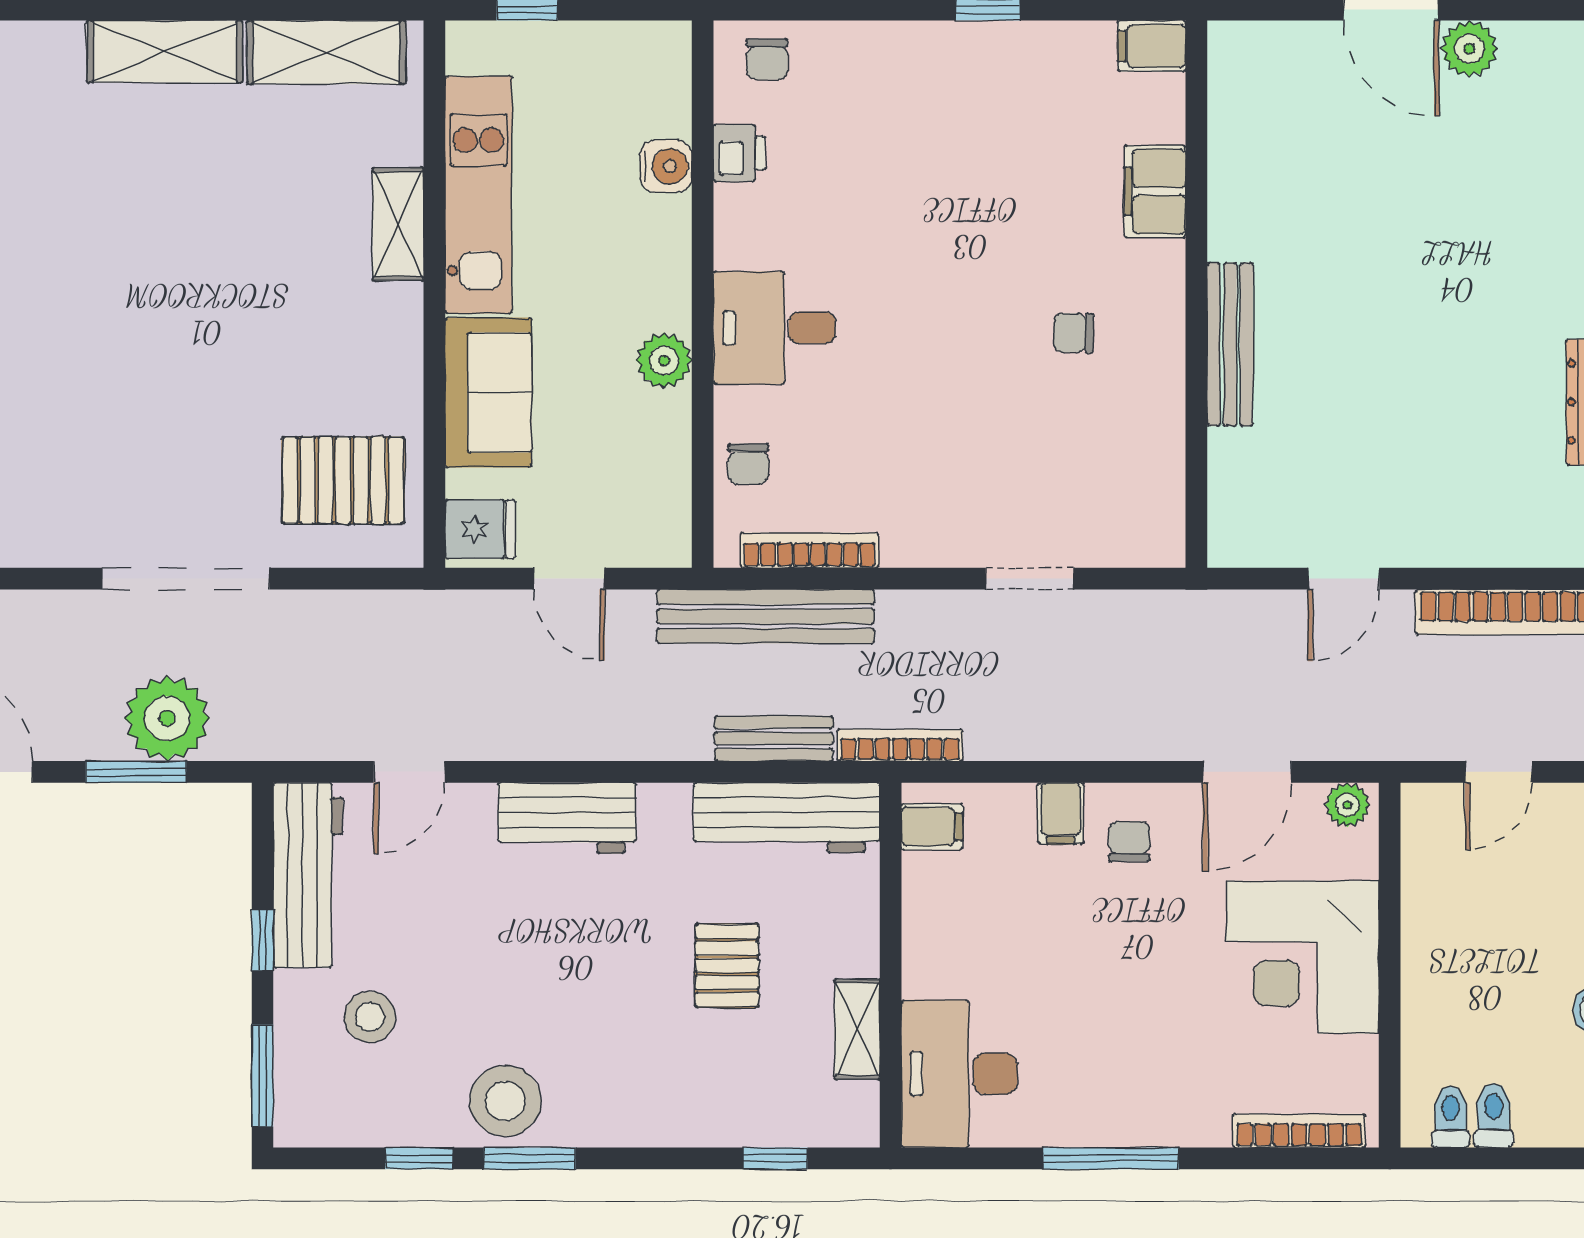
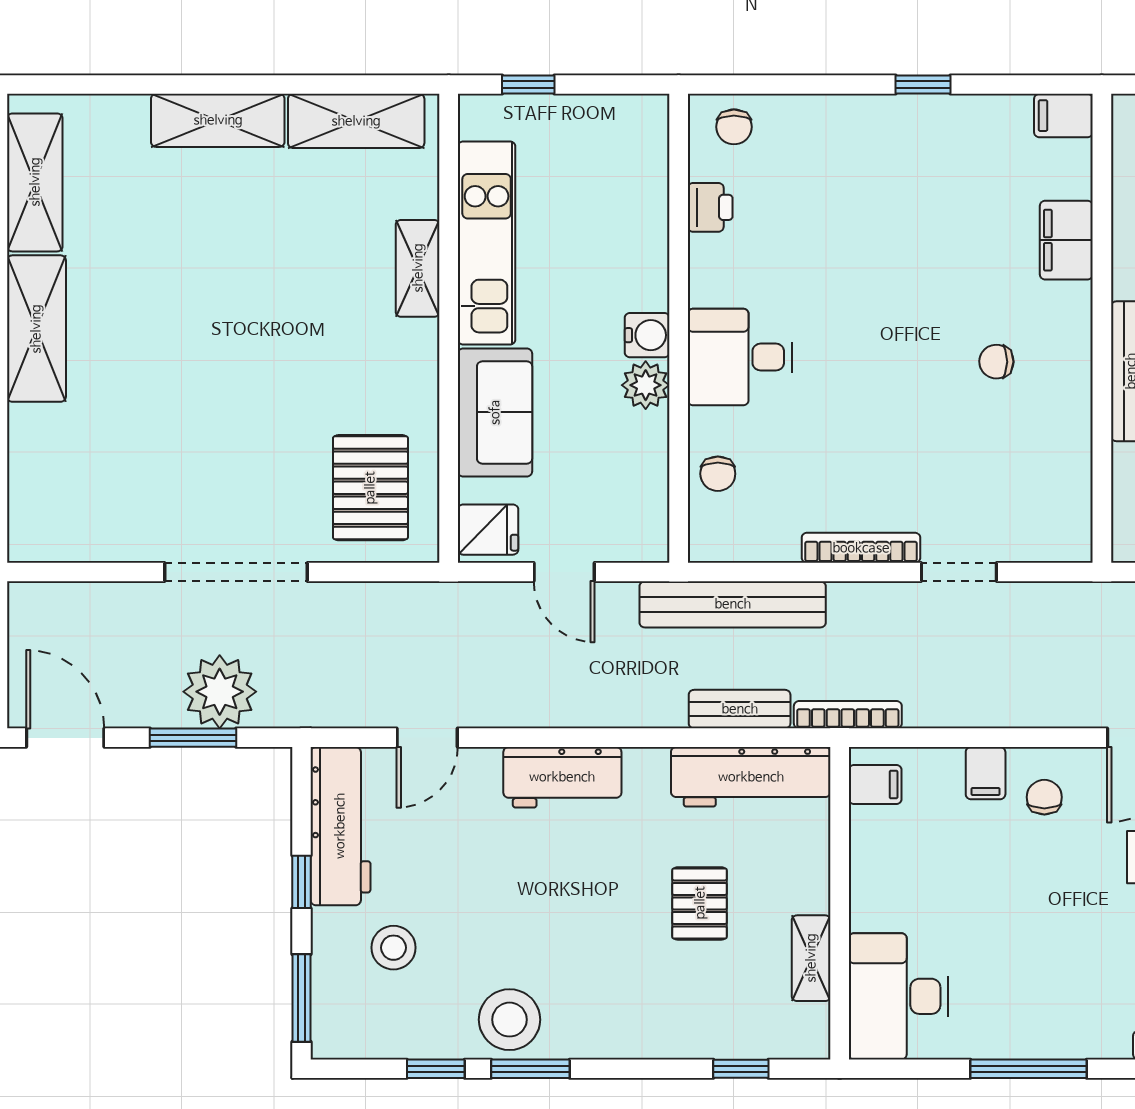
water cooler: (666, 166) -> (647, 335), moved
pallet: (343, 480) -> (370, 488), turned 90
bookcase: (809, 550) -> (861, 548), moved

